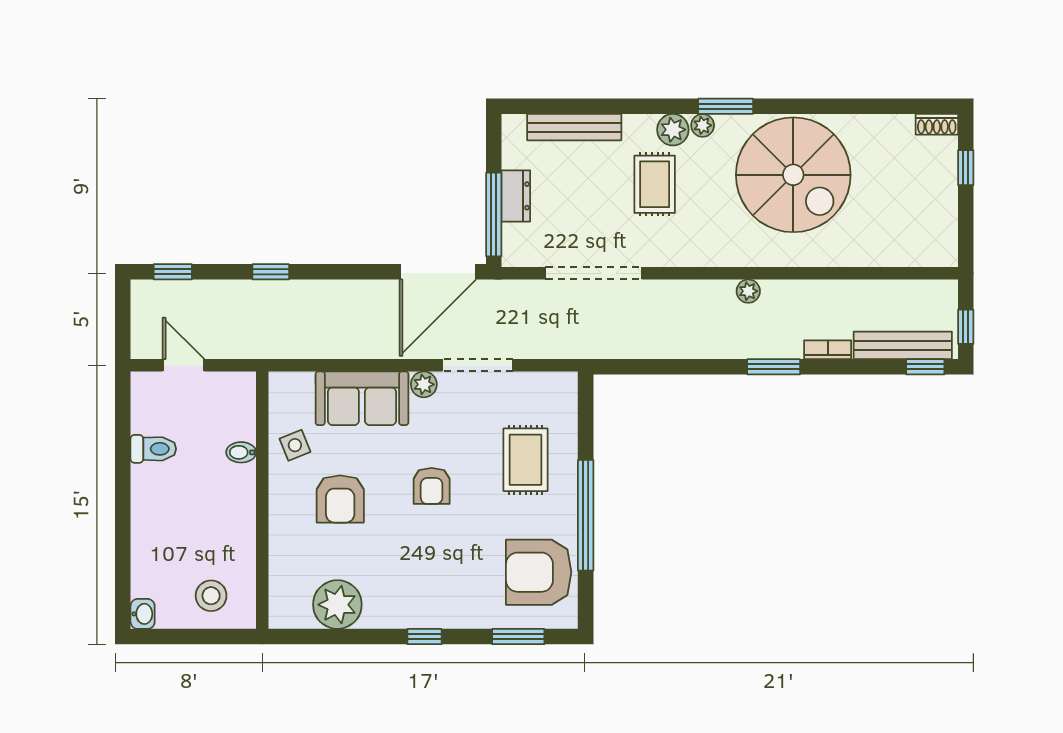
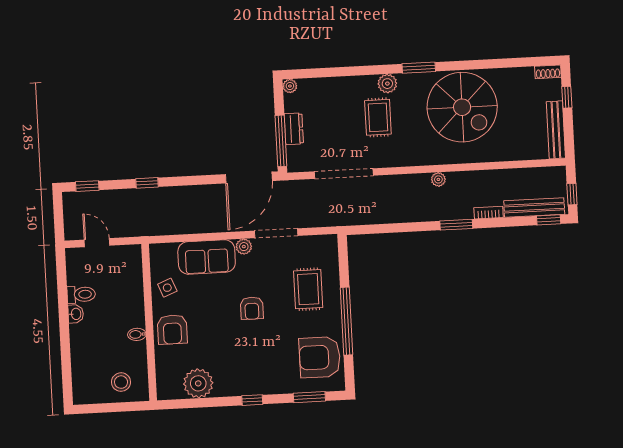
plant: (703, 125) -> (290, 86), moved
bench: (574, 127) -> (556, 130), moved, turned 90
bidet: (241, 452) -> (137, 334), moved
armchair: (340, 499) -> (172, 329), moved
washbasin: (143, 614) -> (76, 314), moved

